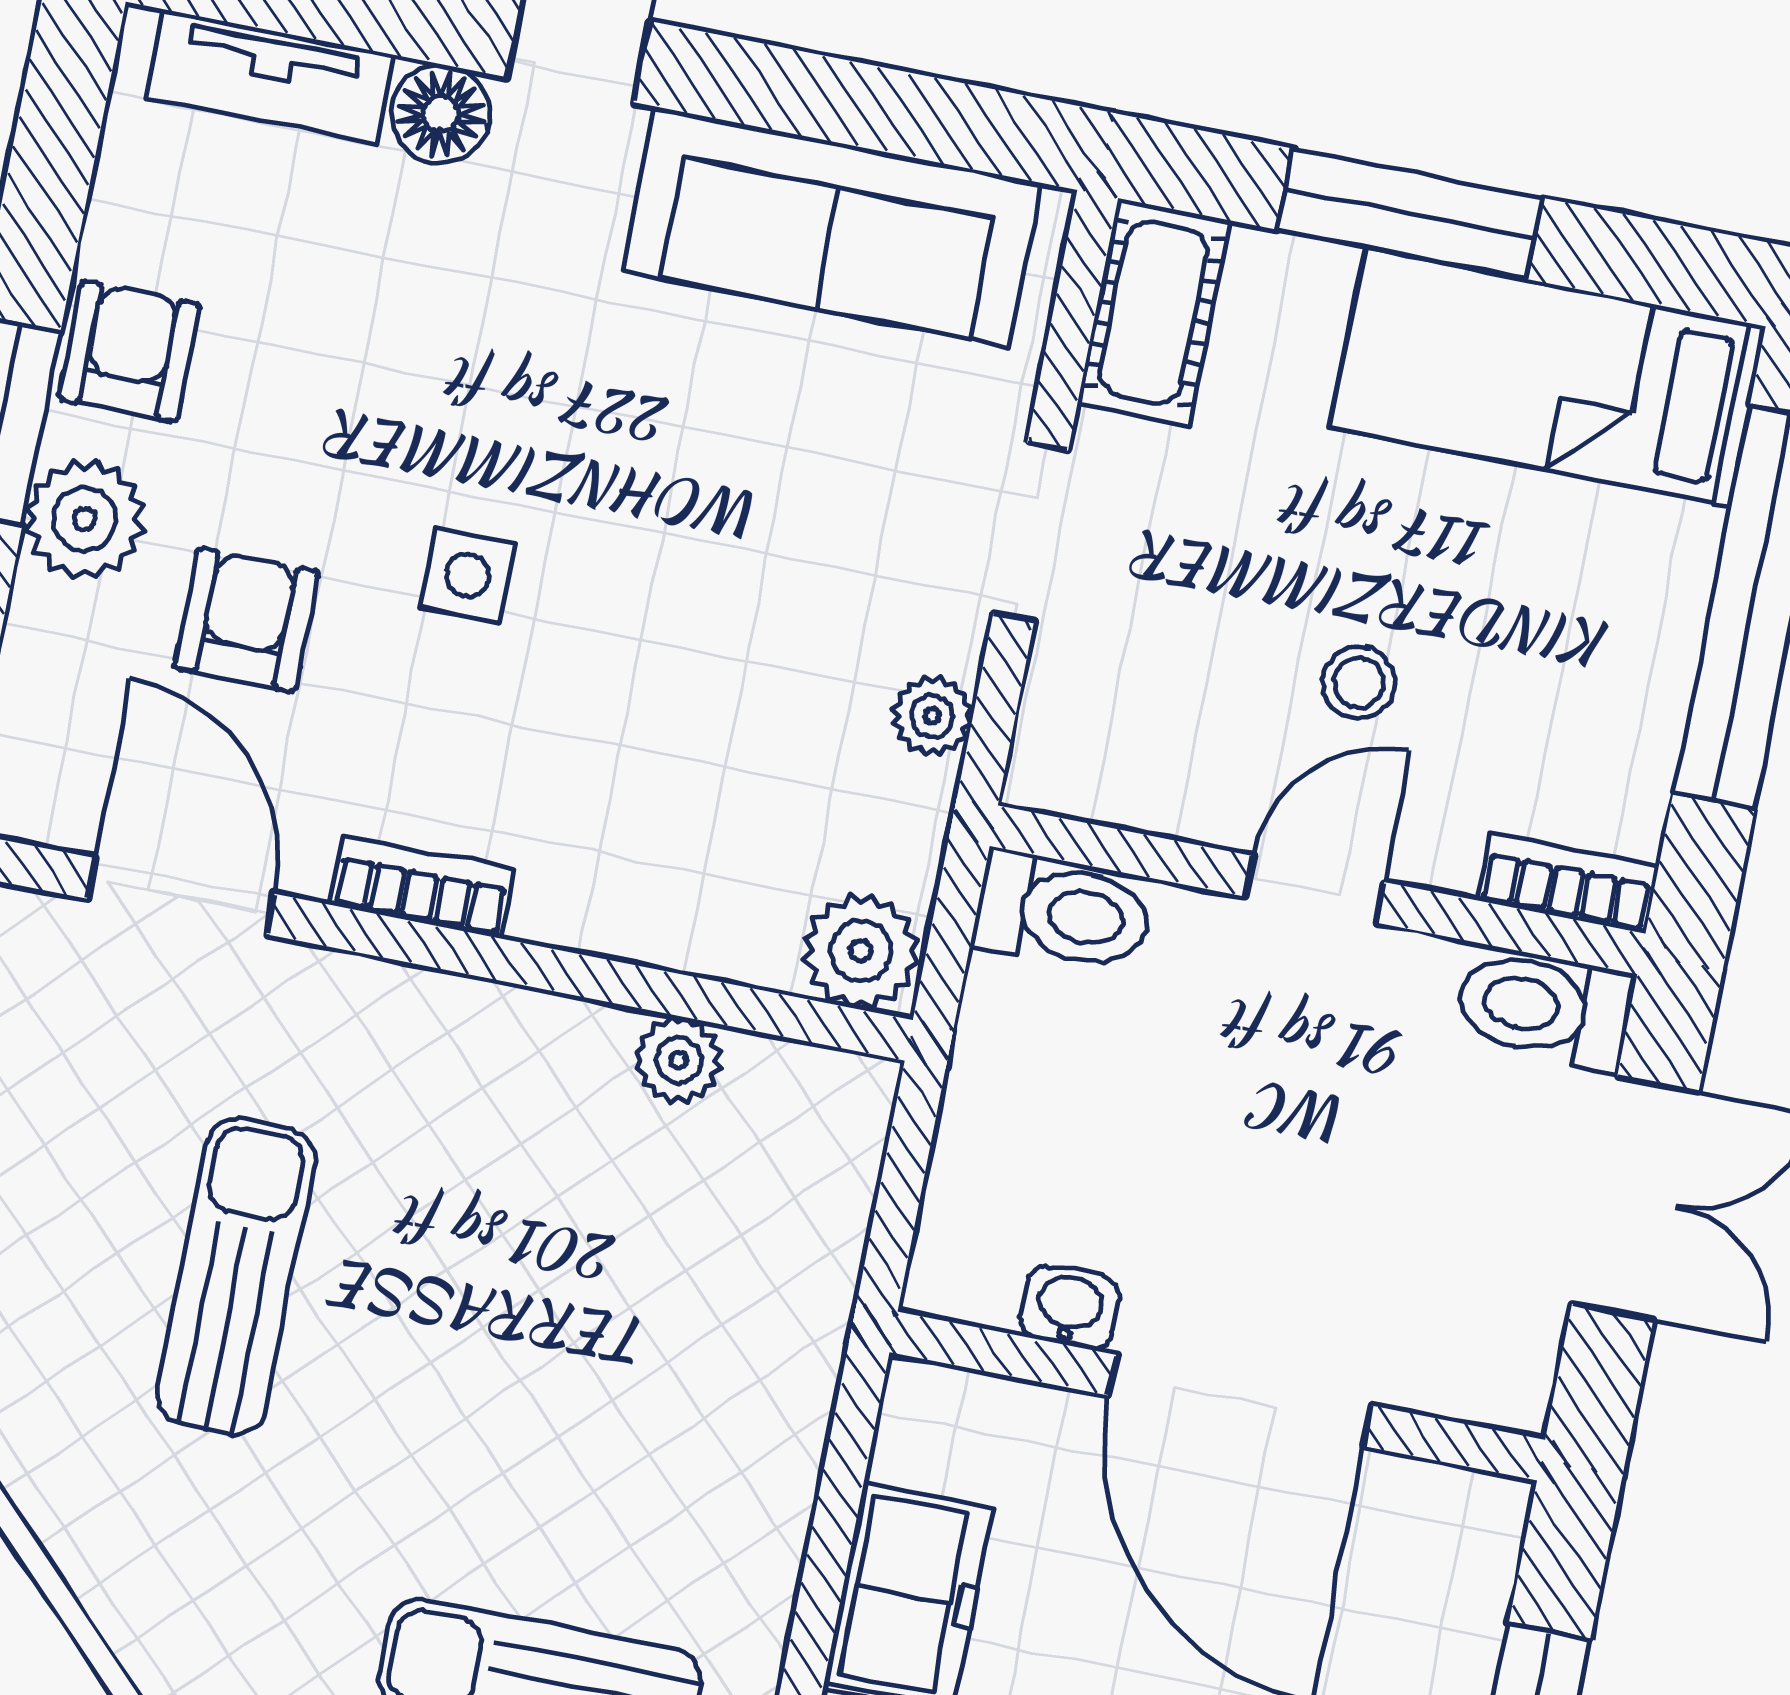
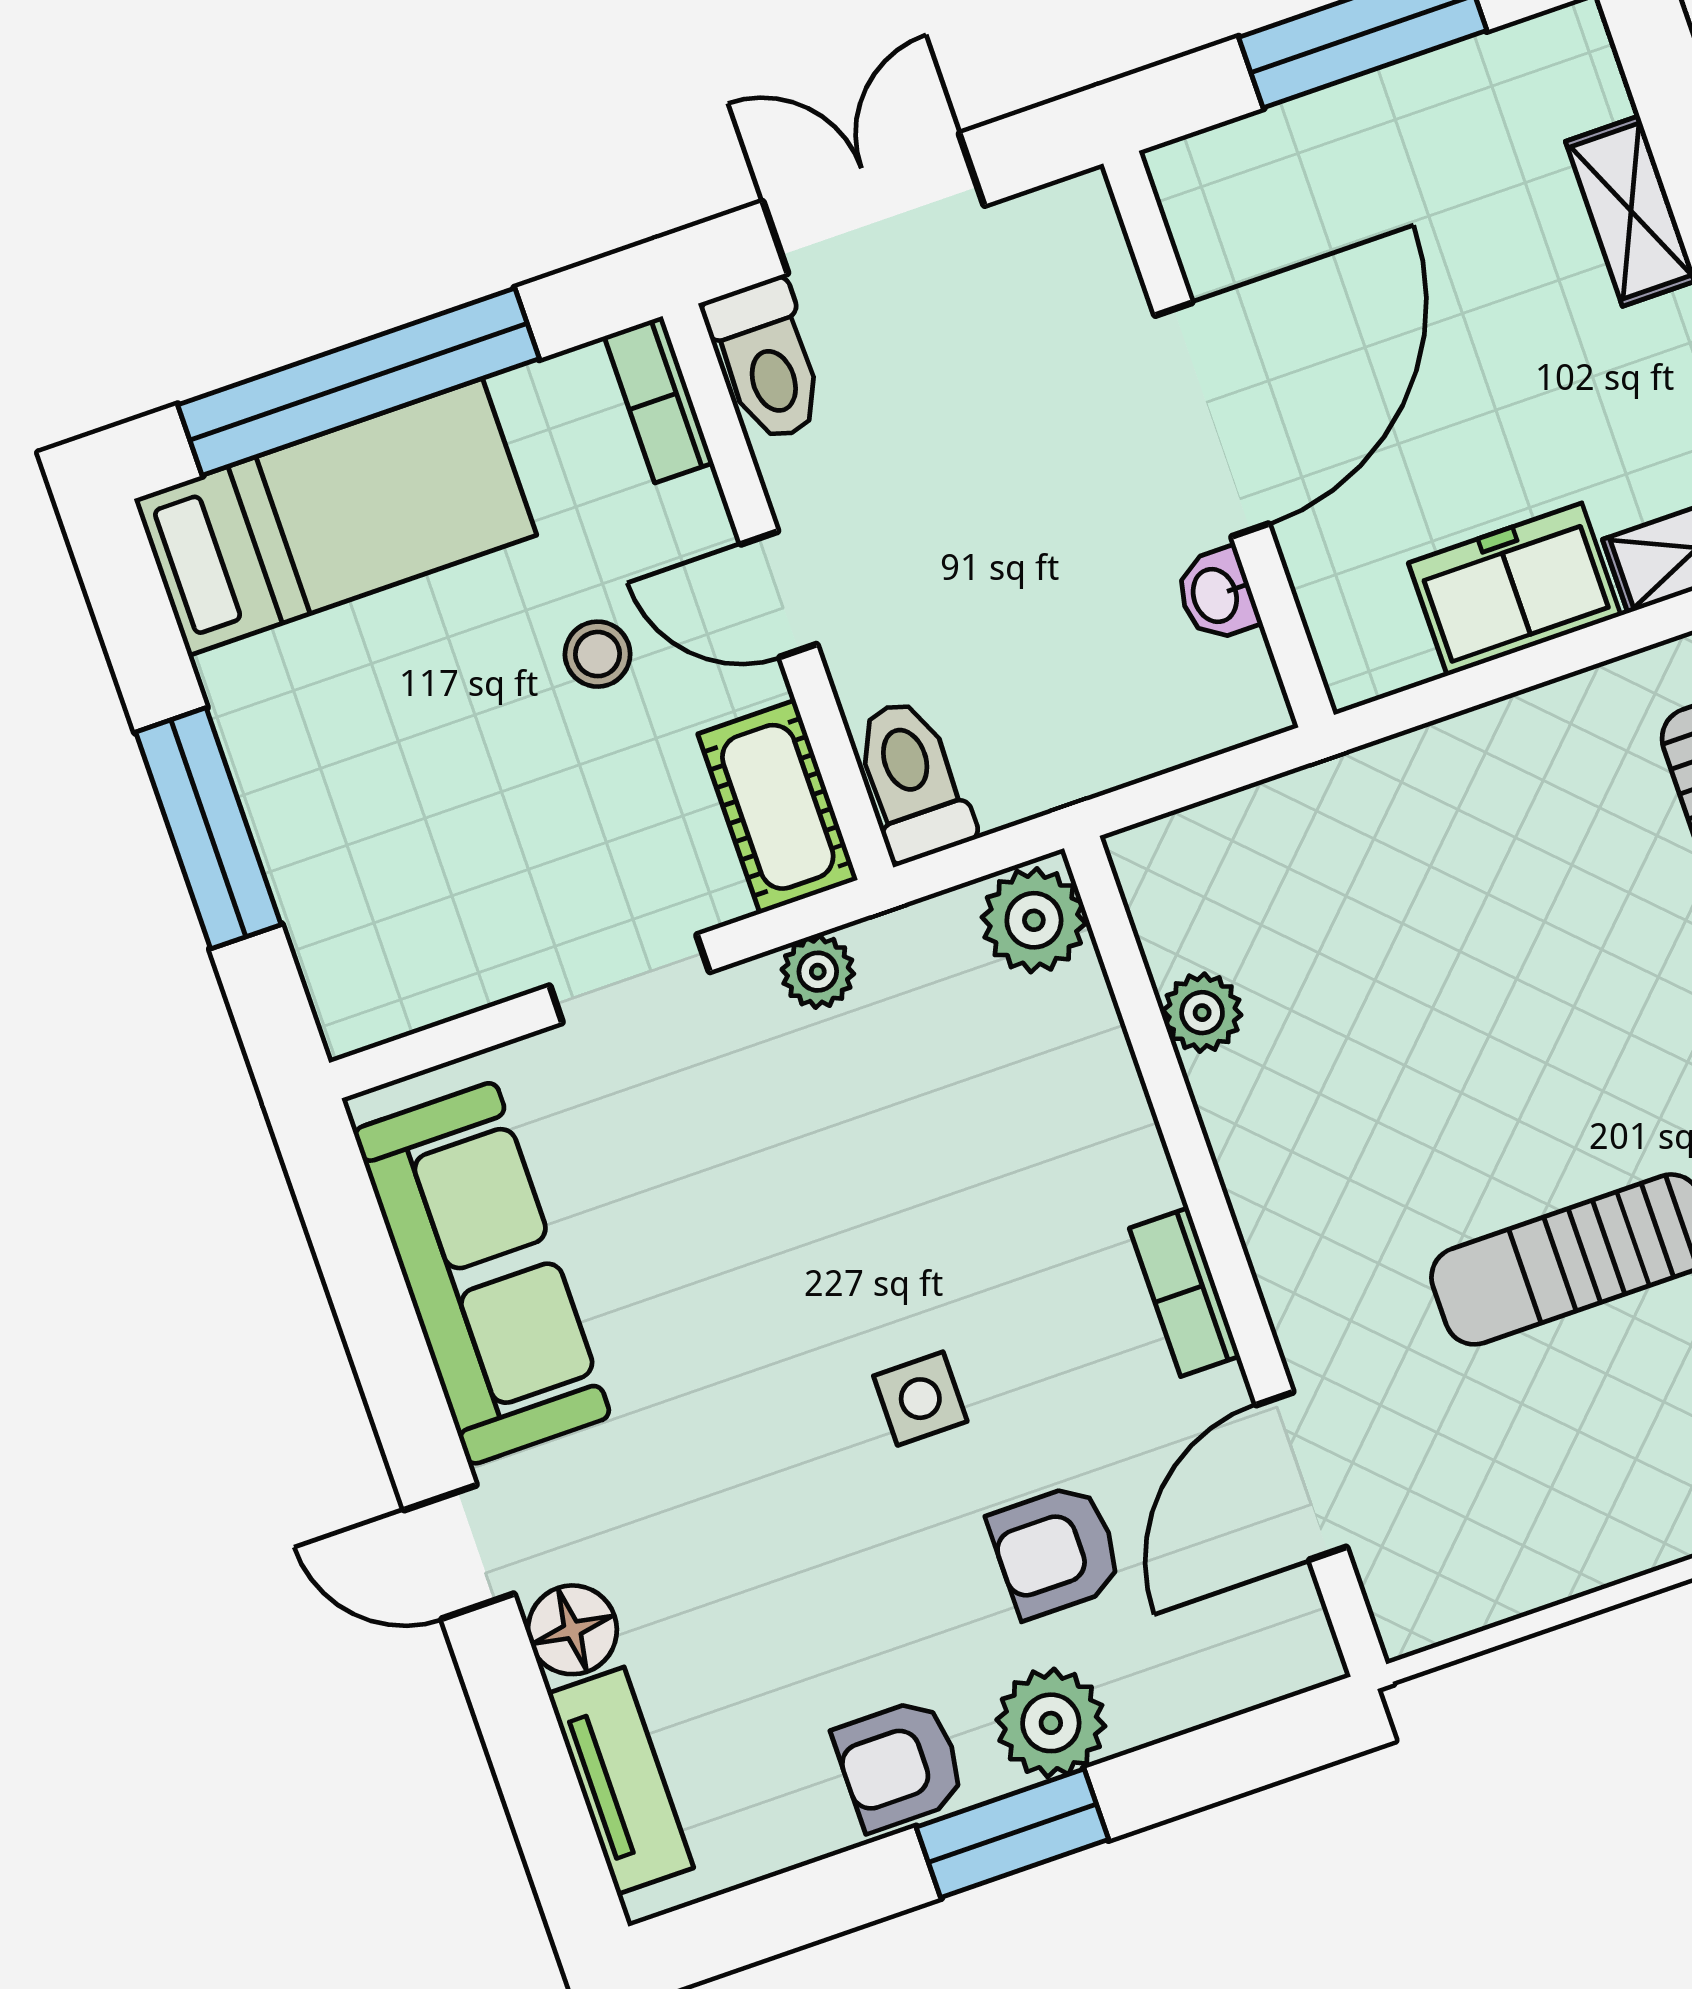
cot: (1154, 313) -> (778, 807), moved, turned 90
bed: (1548, 377) -> (335, 517), moved, turned -90

